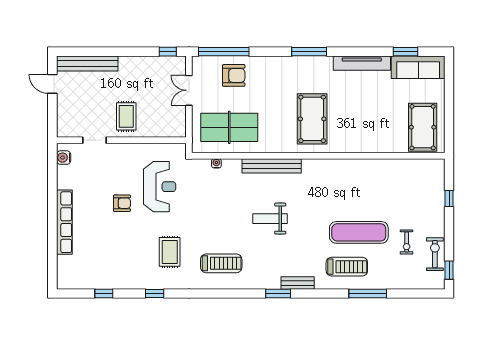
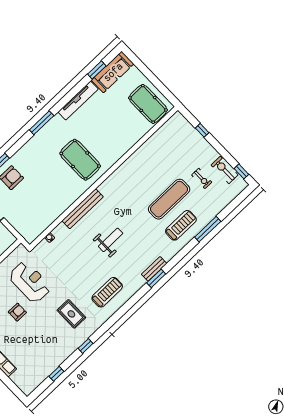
table tennis table: (229, 127) -> (37, 210), removed
weight bench: (270, 219) -> (111, 240), turned 180
bench: (298, 283) -> (154, 269), moved

